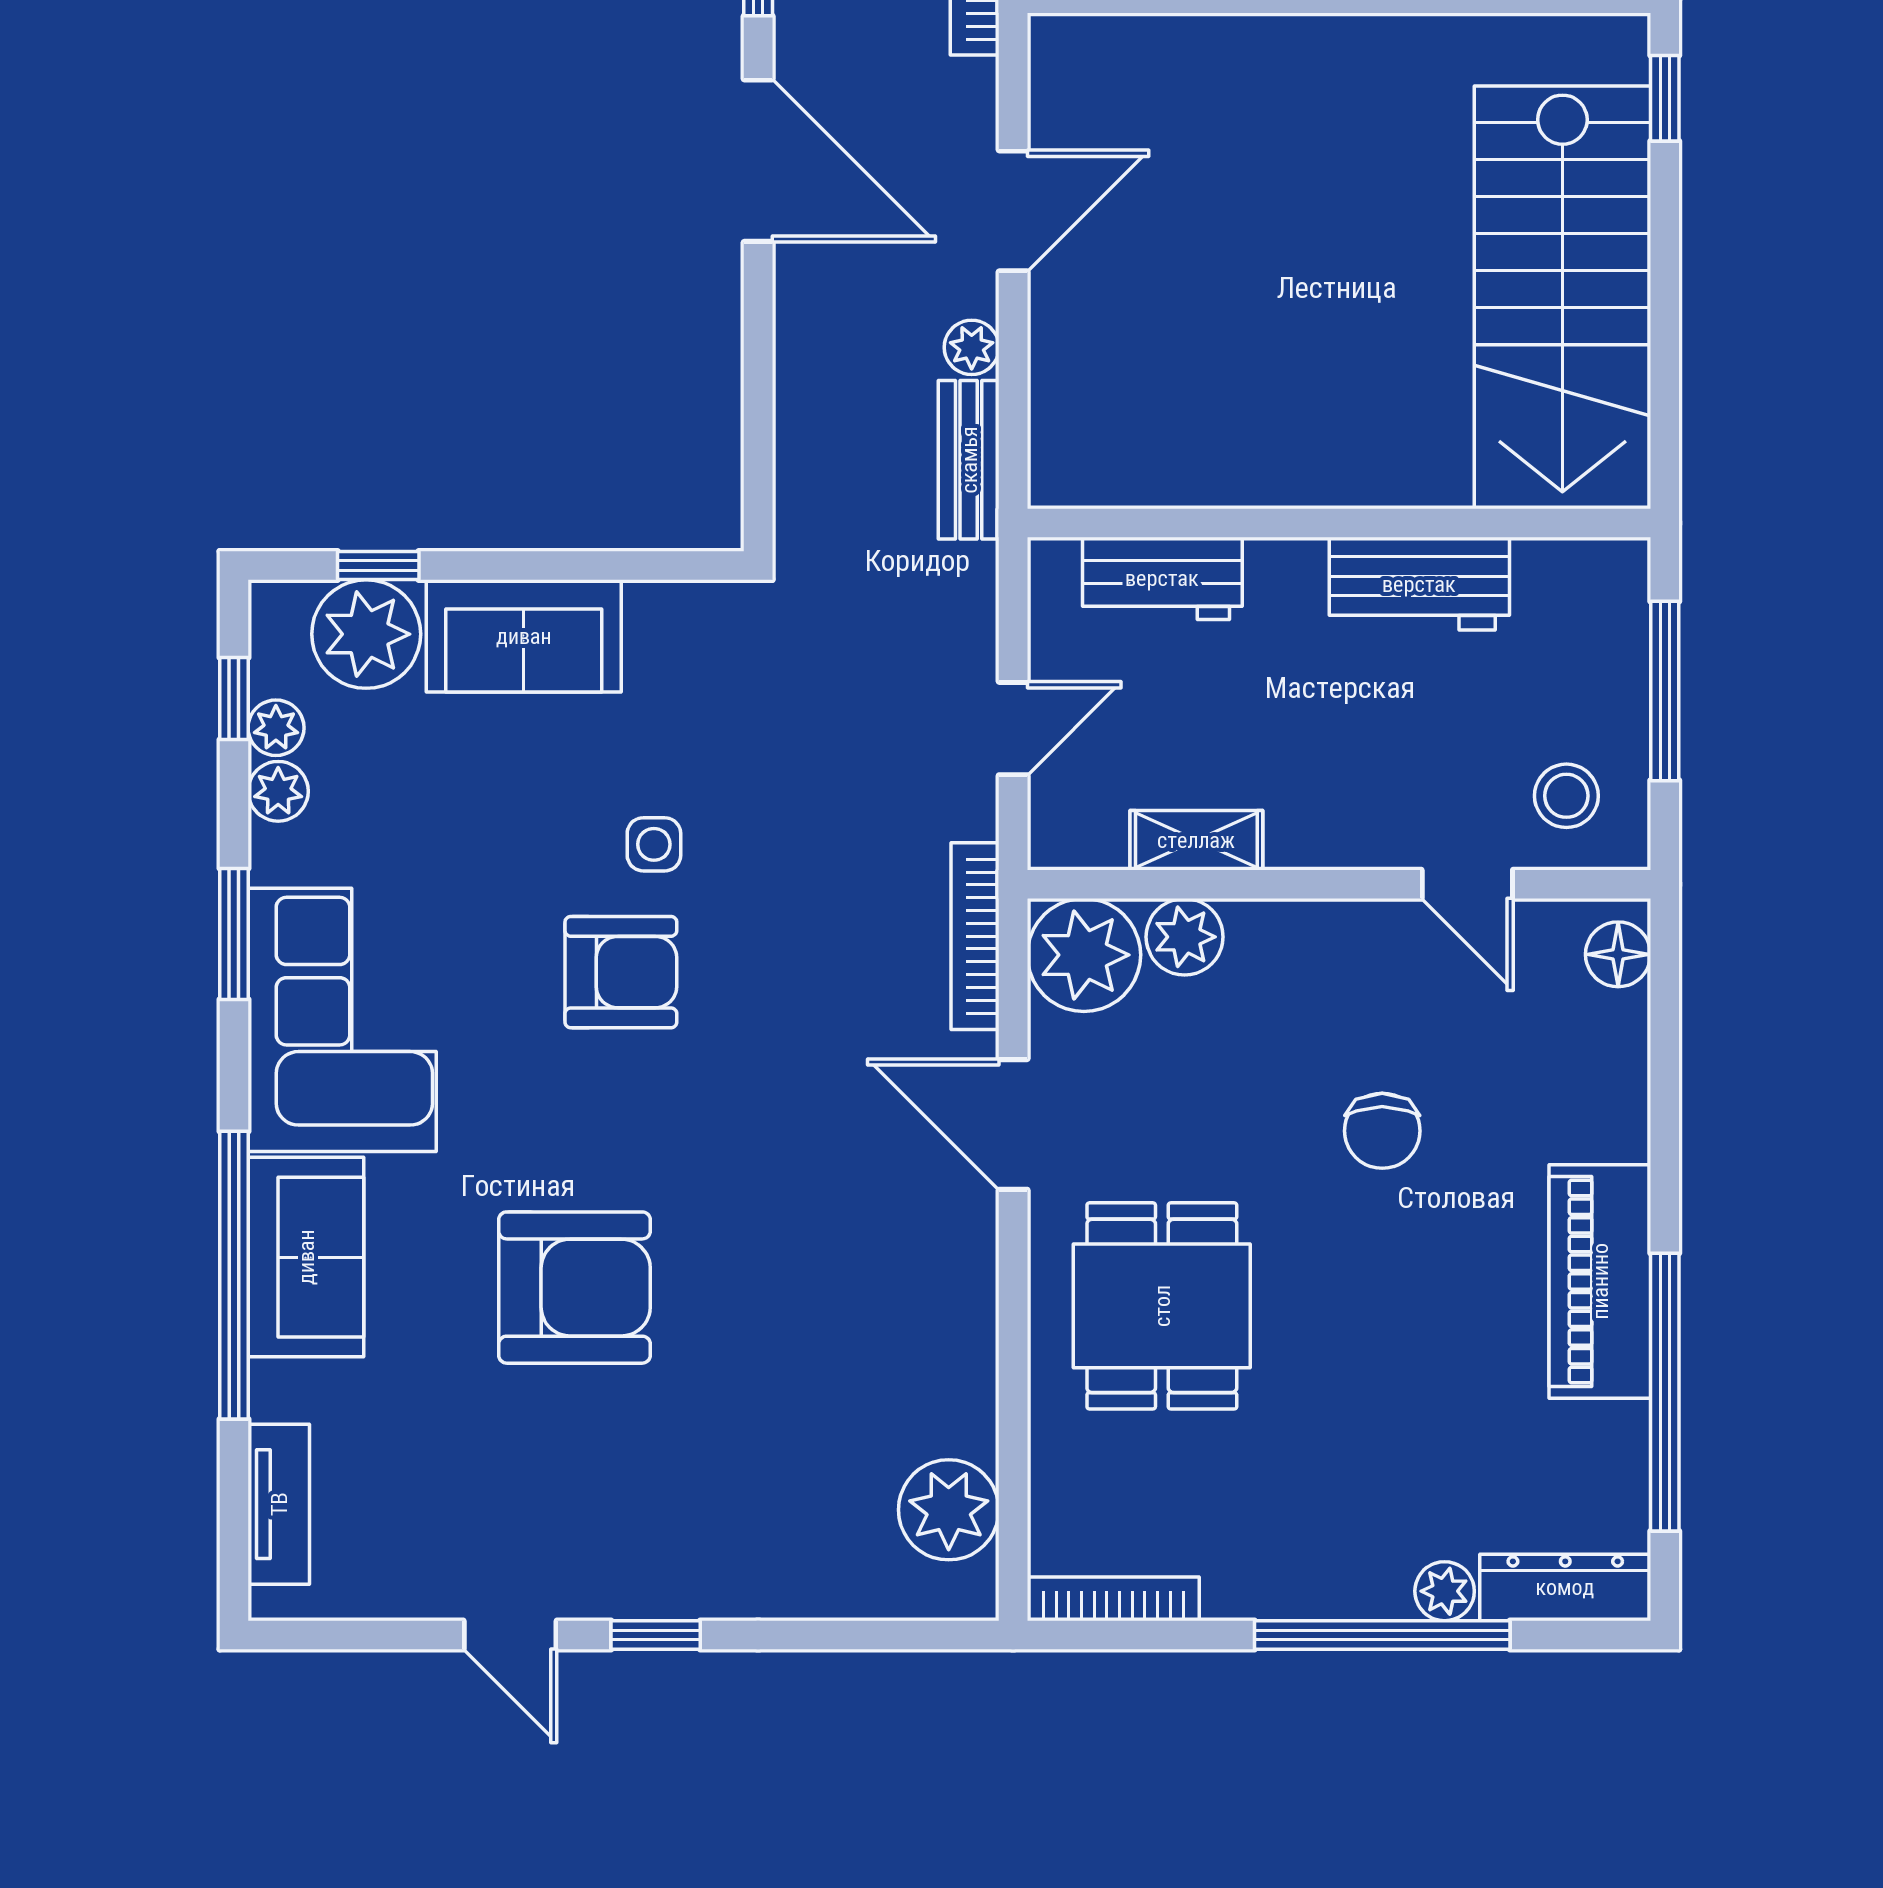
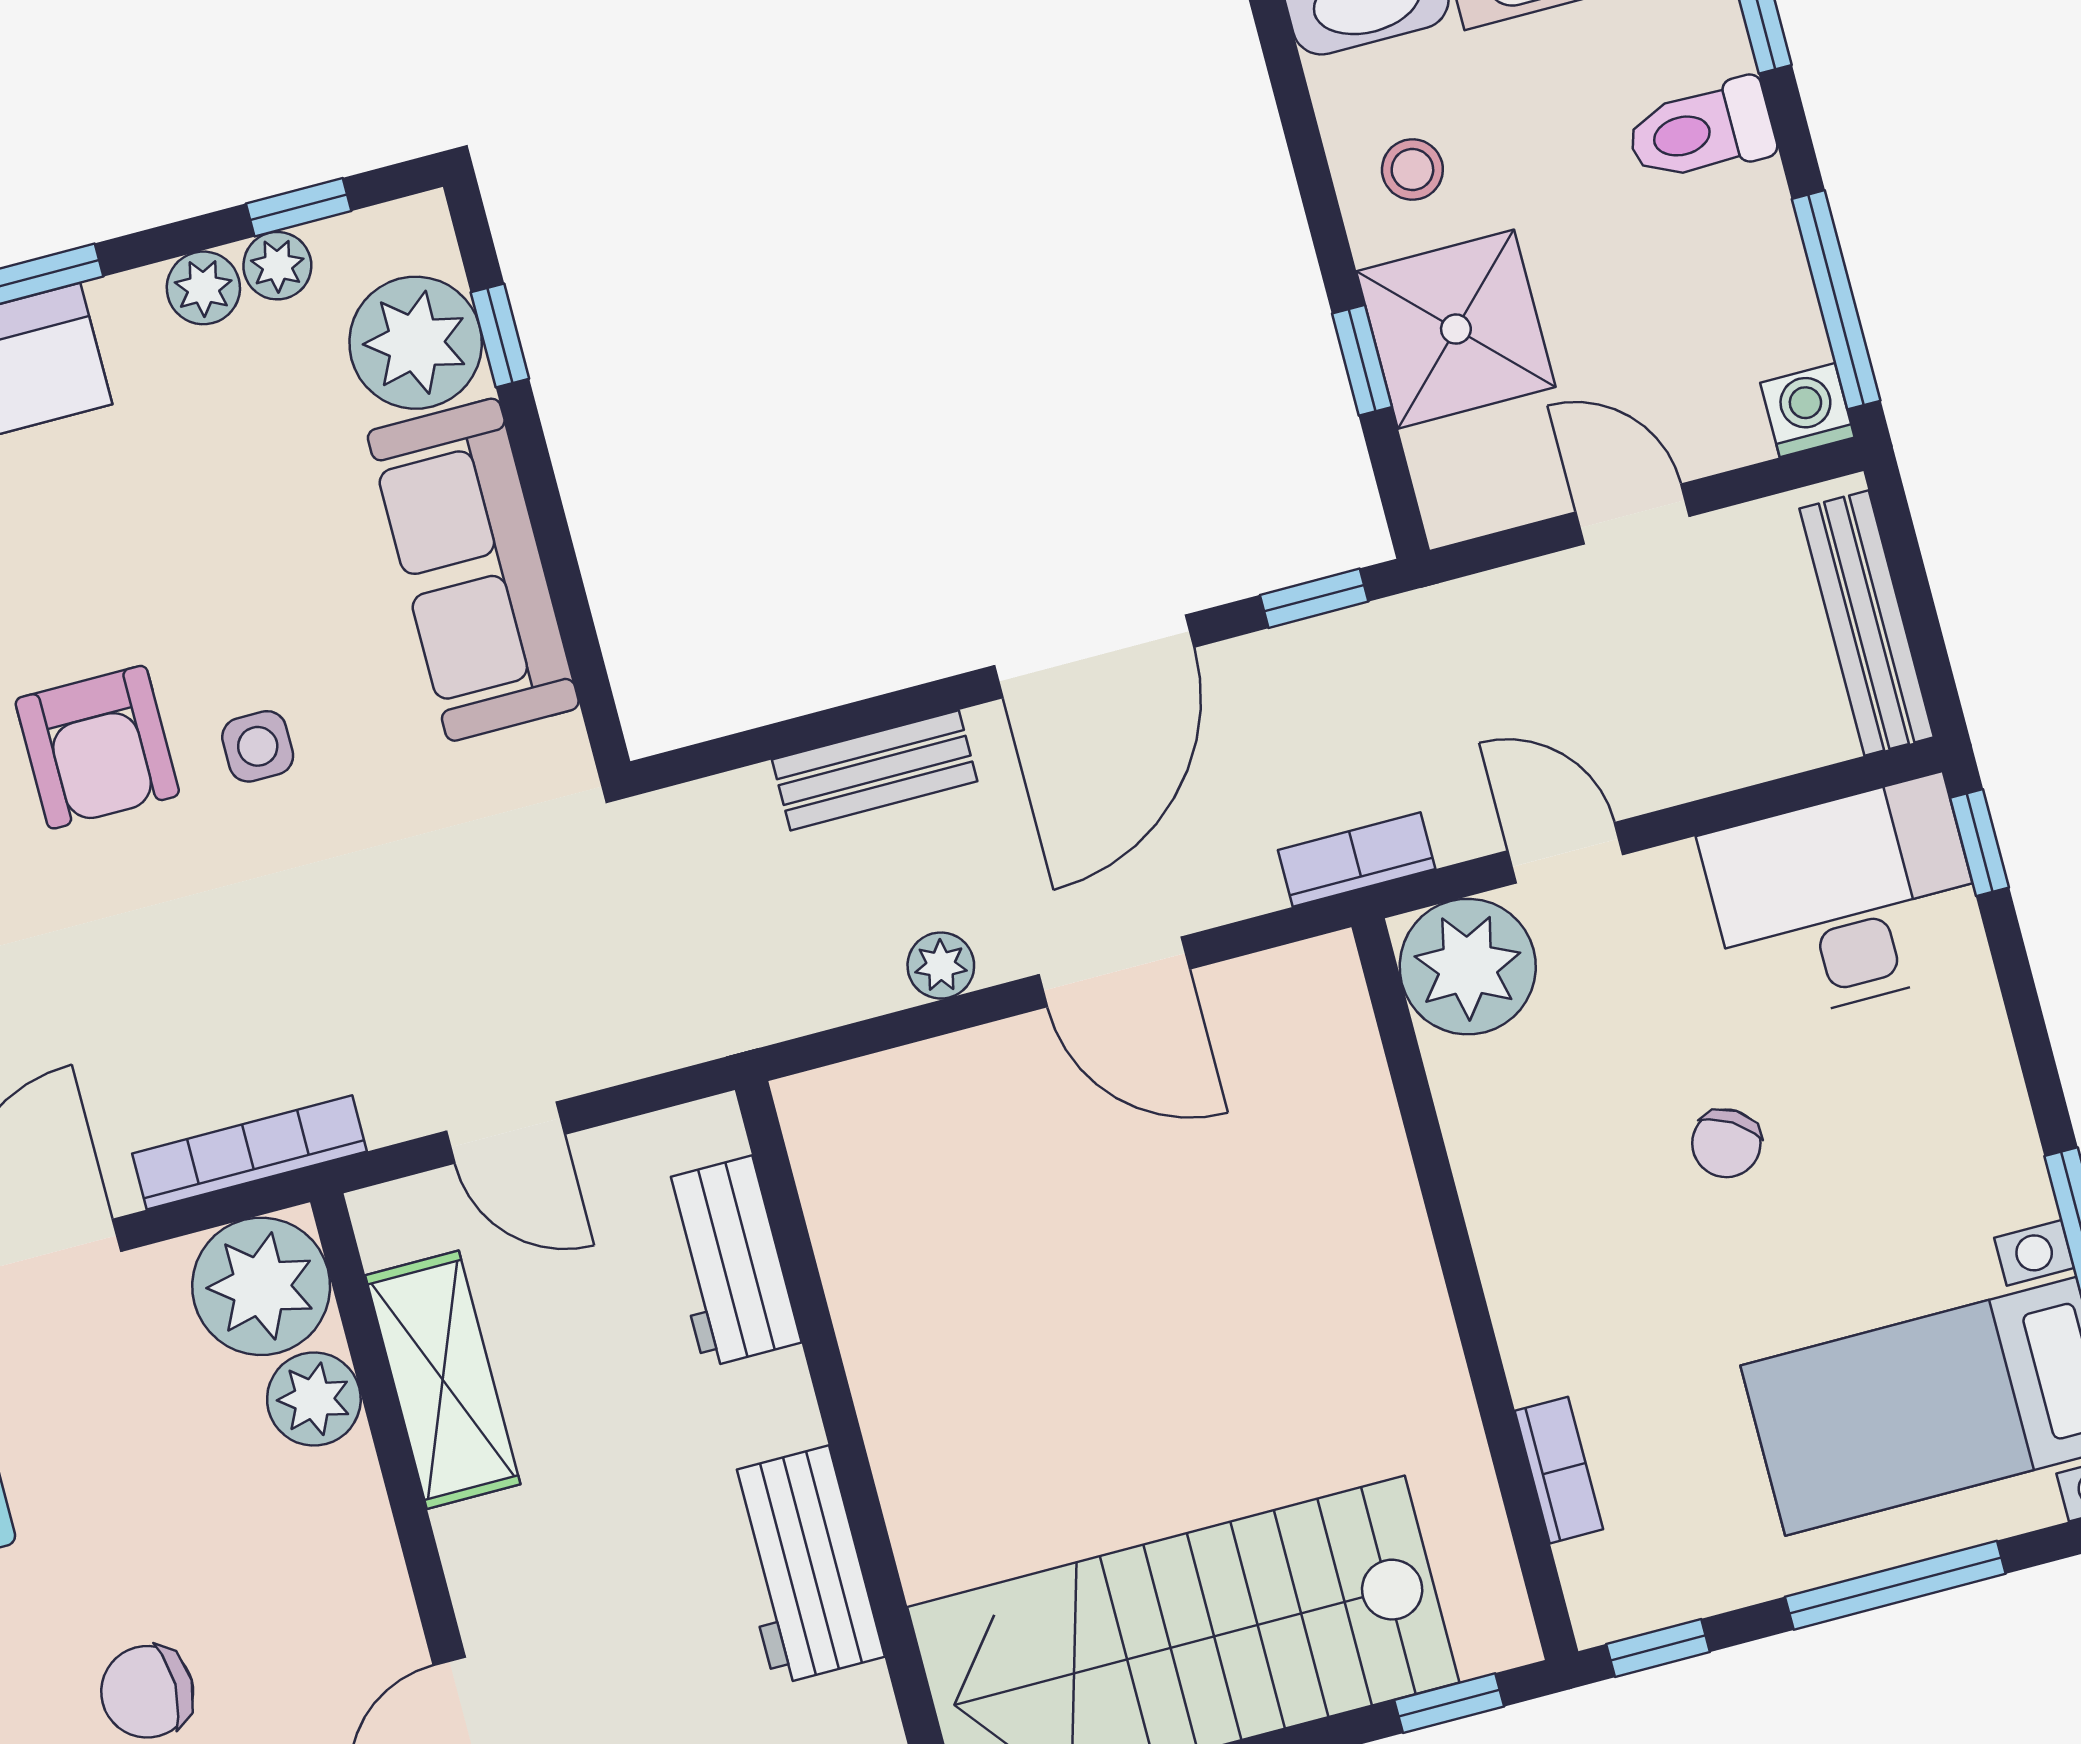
bench: (969, 460) -> (875, 770), moved
sofa: (524, 636) -> (473, 570), width x1.36
shelving: (1196, 840) -> (443, 1380), width x1.50, depth x1.33

